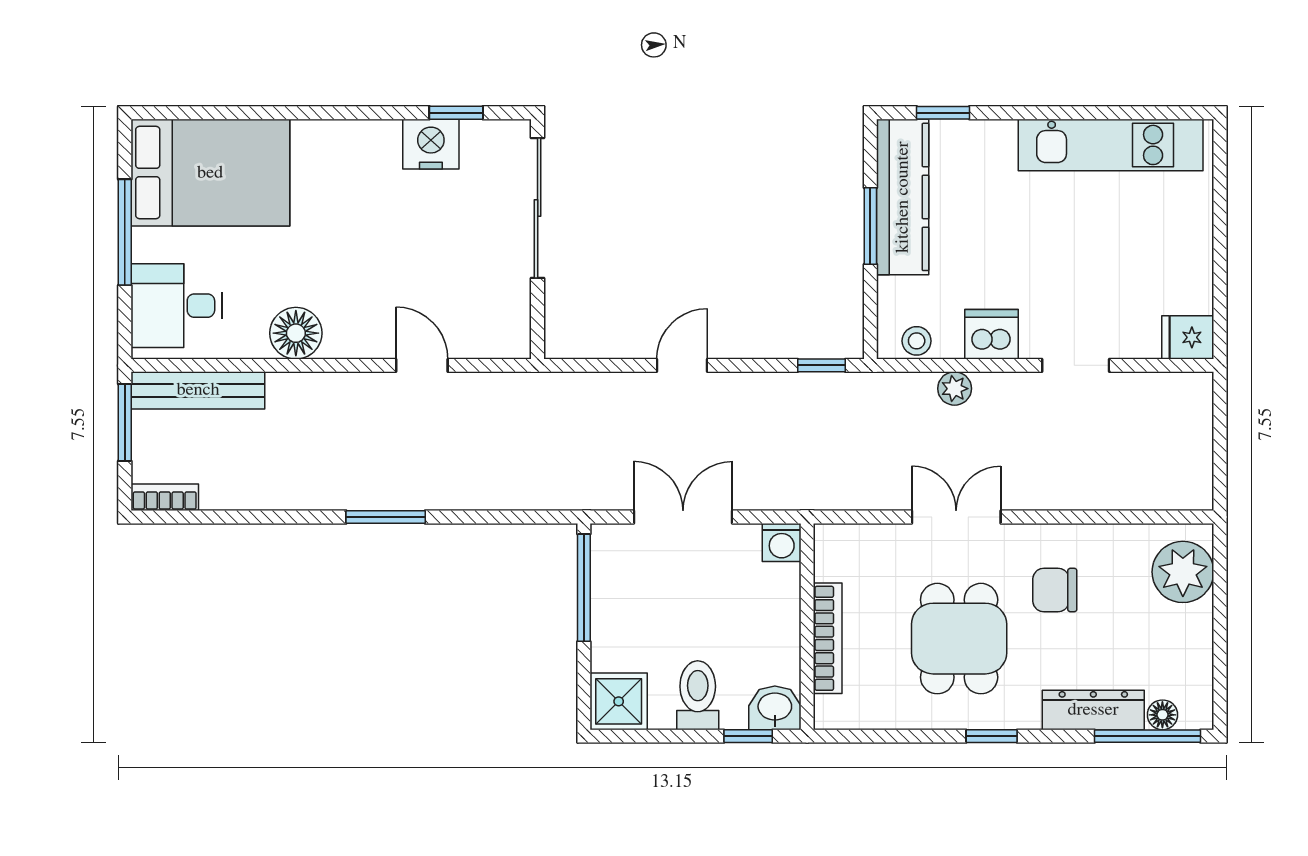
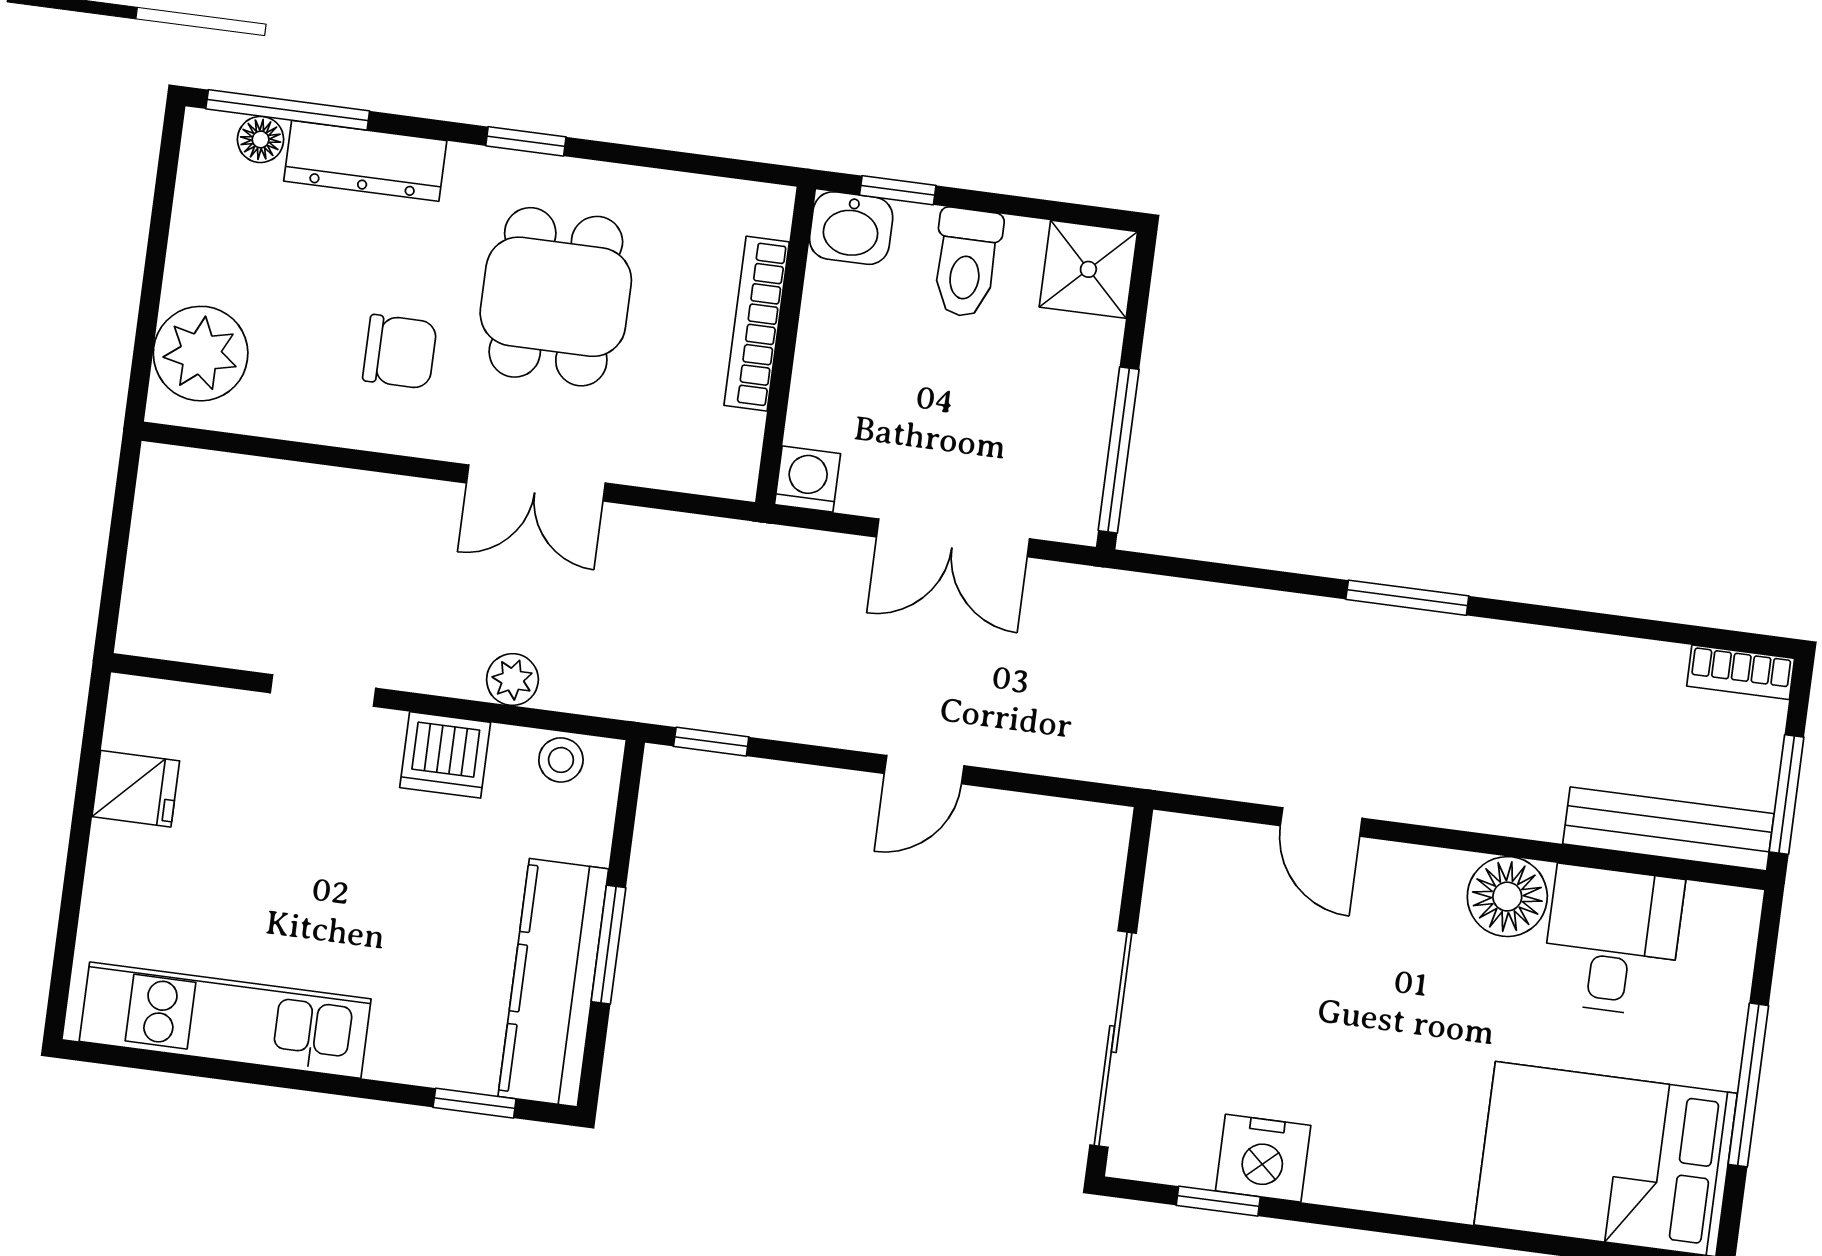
desk: (176, 306) -> (1612, 941), moved, turned -90
fridge: (1188, 337) -> (136, 789), moved

